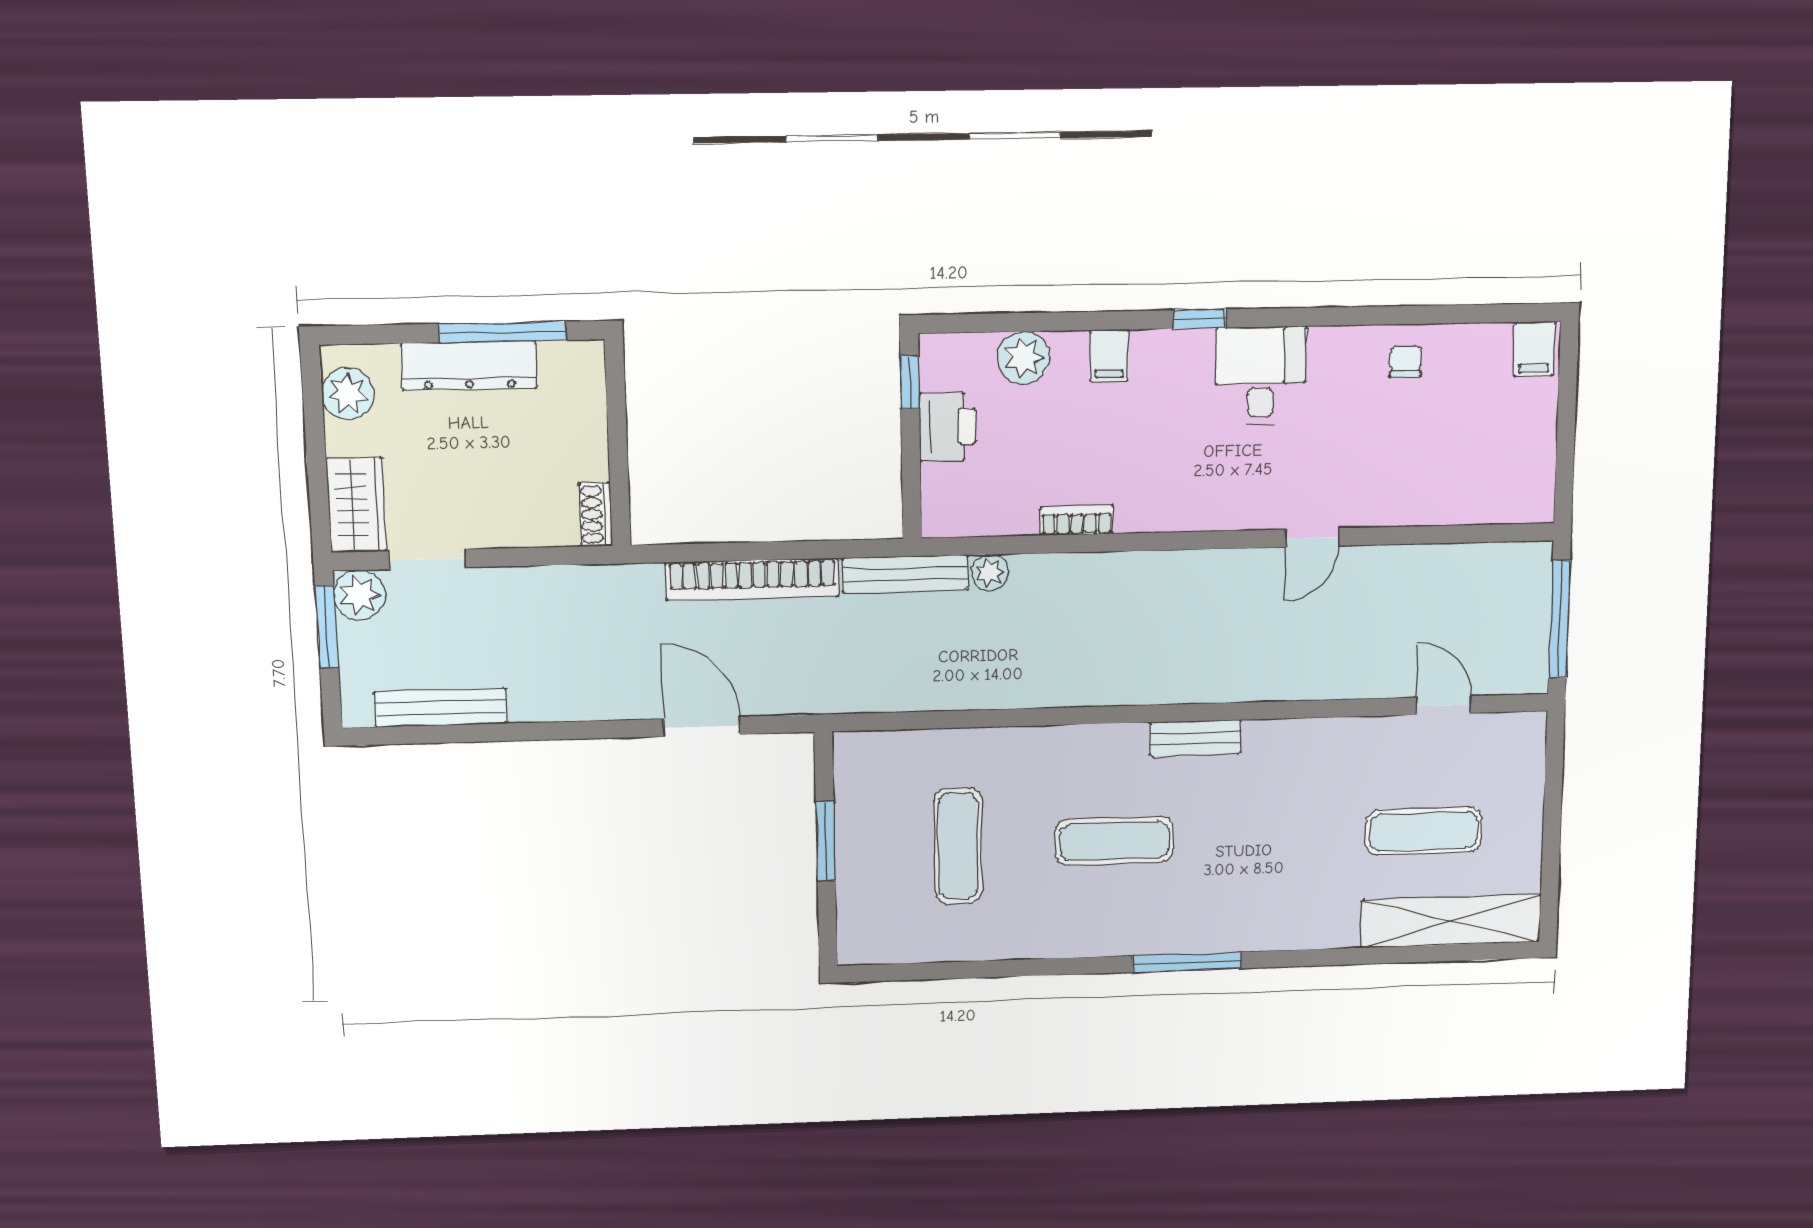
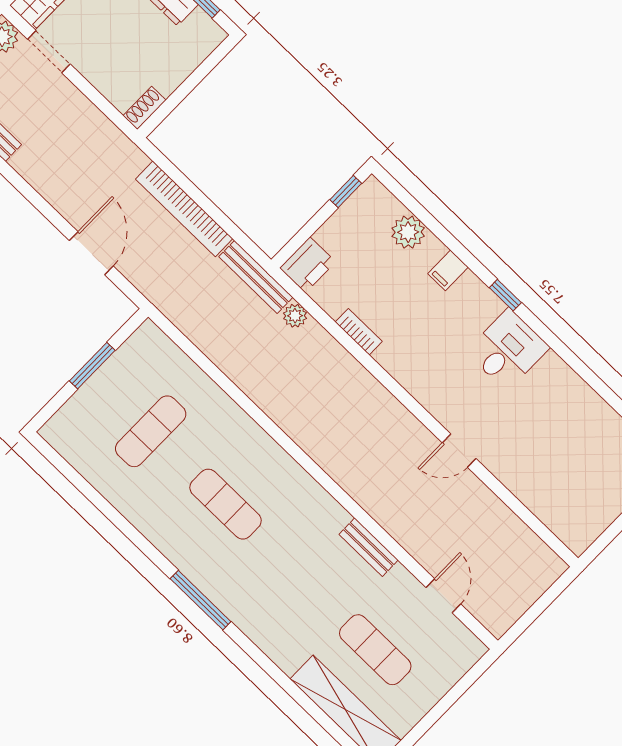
chair: (1405, 362) -> (581, 410), removed
printer: (948, 427) -> (308, 265), moved
window: (1559, 619) -> (537, 609), removed
bench: (1195, 738) -> (369, 547), moved

